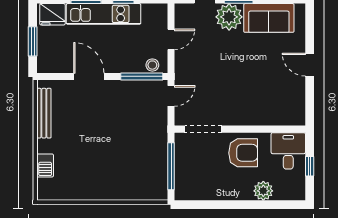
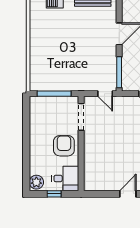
stool: (152, 65) -> (128, 80), removed
armchair: (243, 153) -> (64, 146), turned 180
plant: (263, 191) -> (36, 182), moved

